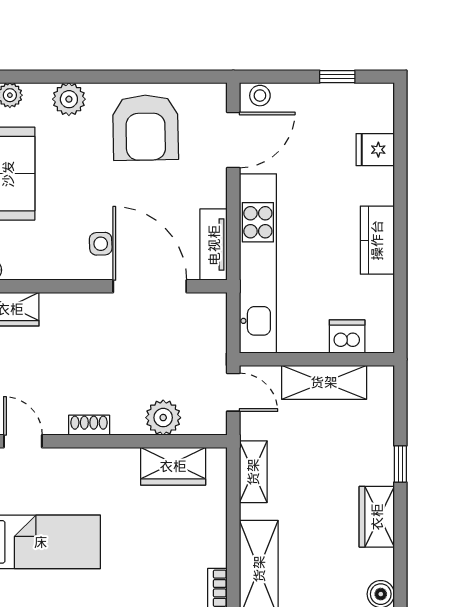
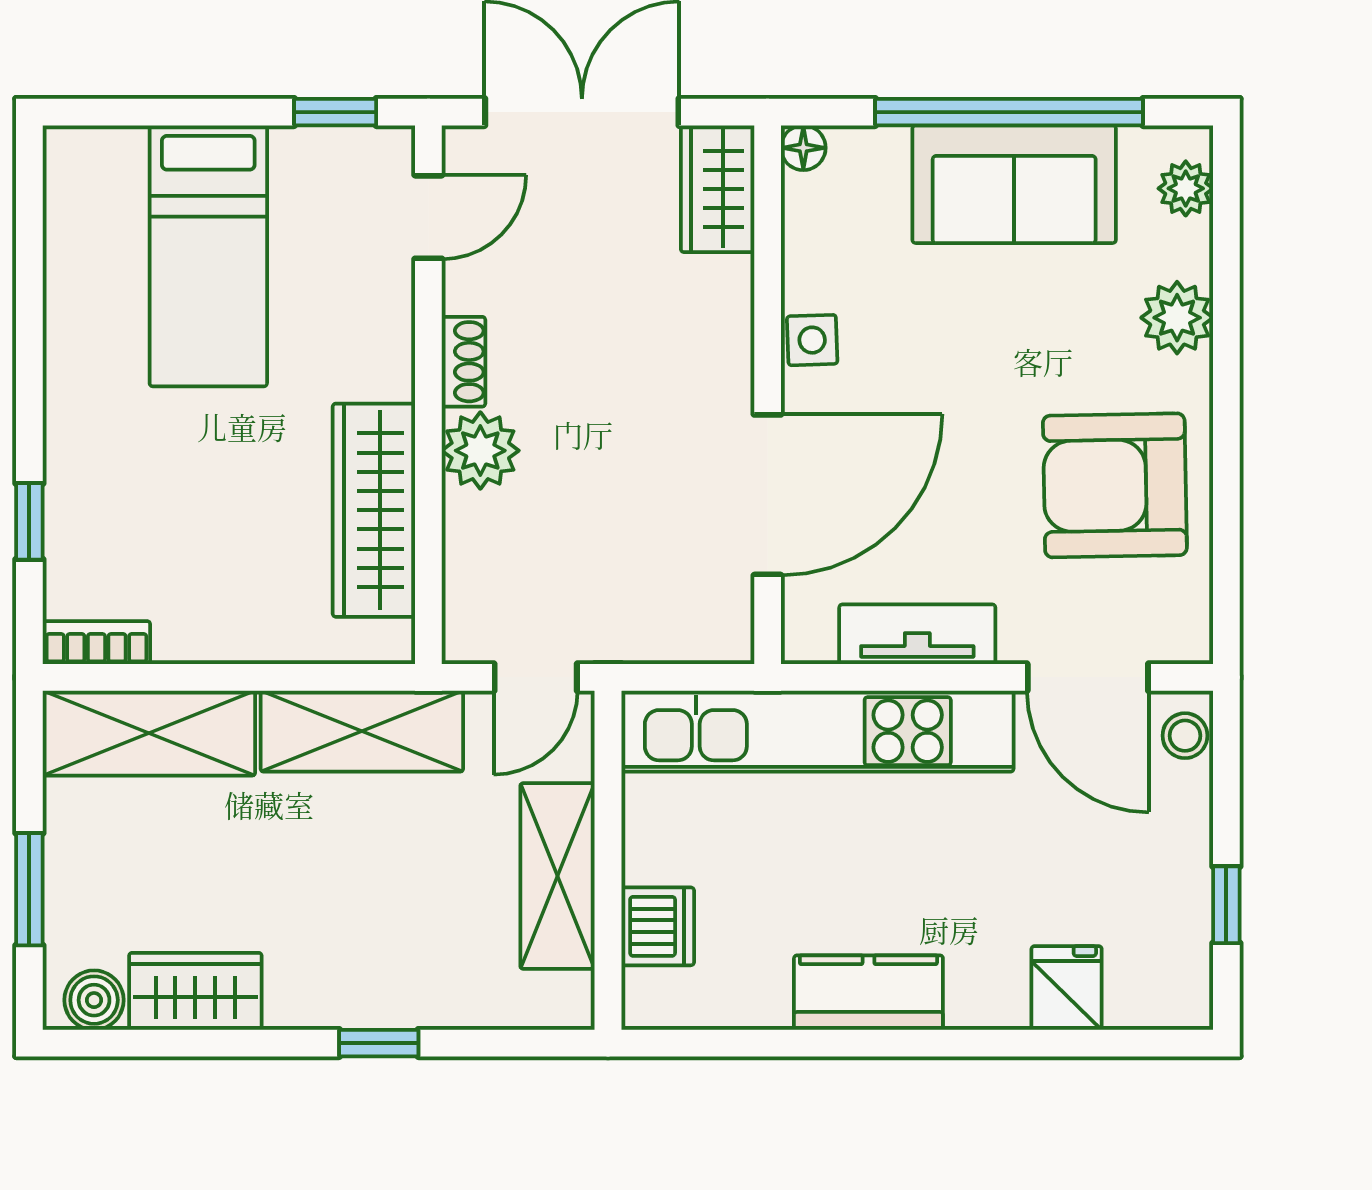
side table: (101, 244) -> (812, 340), moved
tv unit: (214, 245) -> (917, 634), moved
plant: (163, 418) -> (480, 451), moved
wardrobe: (173, 466) -> (374, 510), width x1.50
shelving: (253, 472) -> (362, 731), width x1.50, depth x1.33
wardrobe: (377, 517) -> (195, 991), moved

